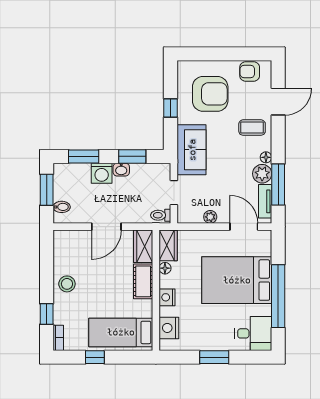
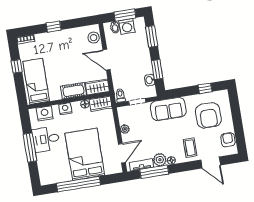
window: (171, 108) -> (205, 88), moved
washbasin: (121, 170) -> (150, 80), moved
washing machine: (102, 173) -> (127, 26), moved, turned -90
stool: (67, 284) -> (94, 38), moved
window: (47, 314) -> (54, 27), moved
desk: (253, 333) -> (46, 139), moved, turned 90
window: (214, 357) -> (30, 148), width x1.44

